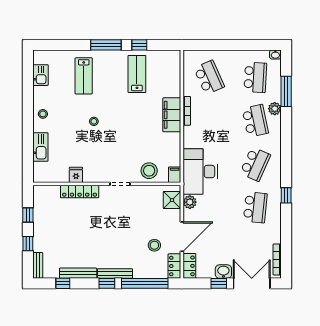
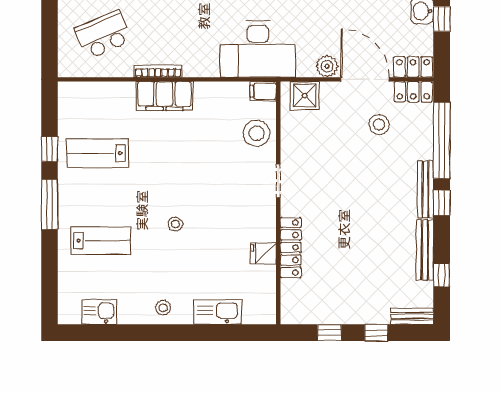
plant: (190, 202) -> (327, 66), moved

